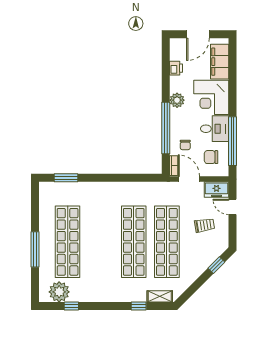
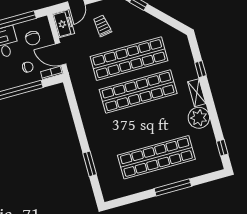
window: (66, 178) -> (90, 164), moved
door: (189, 179) -> (61, 54), hinge flipped
plant: (59, 292) -> (199, 118), moved
shelving: (160, 296) -> (197, 93), moved
window: (71, 306) -> (222, 148), moved

